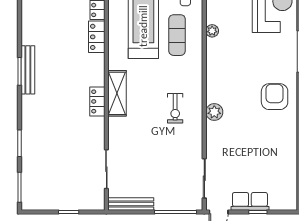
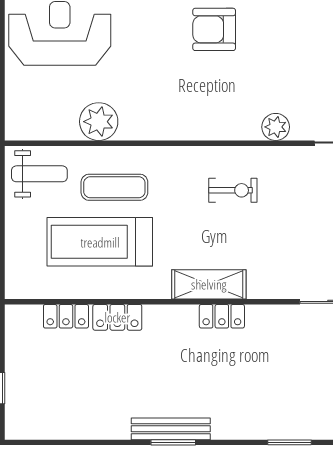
plant: (212, 31) -> (99, 122), width x1.87, depth x1.87
plant: (214, 112) -> (276, 127), moved

